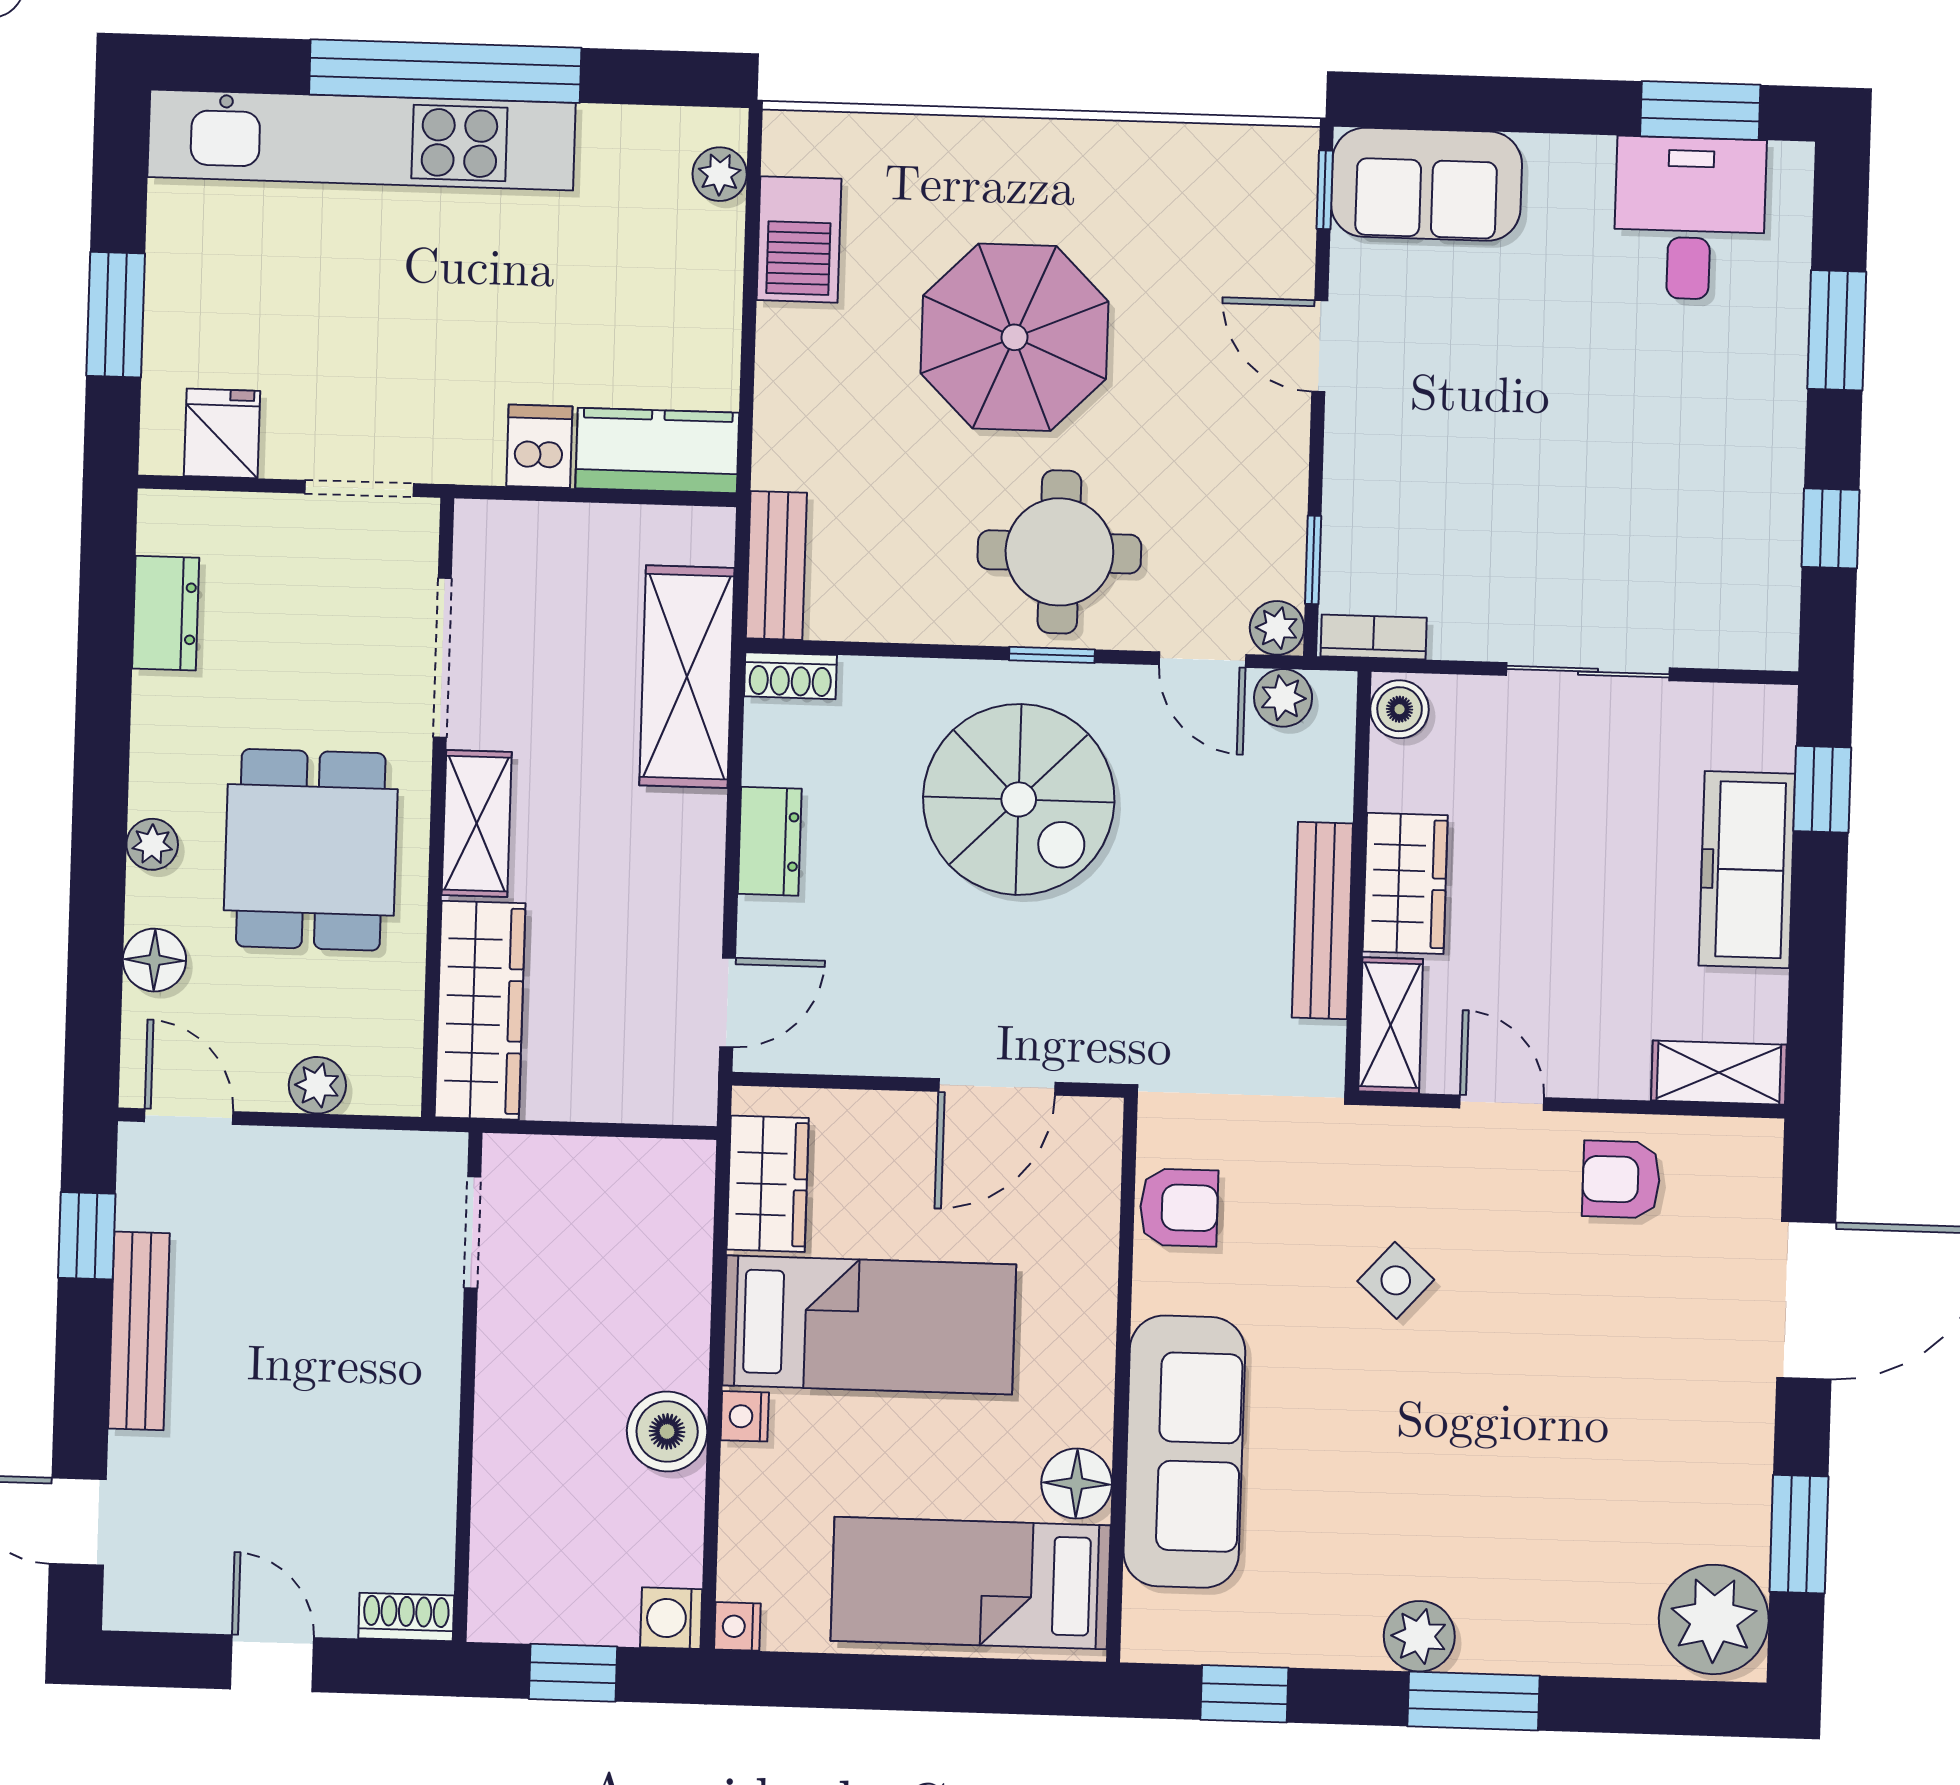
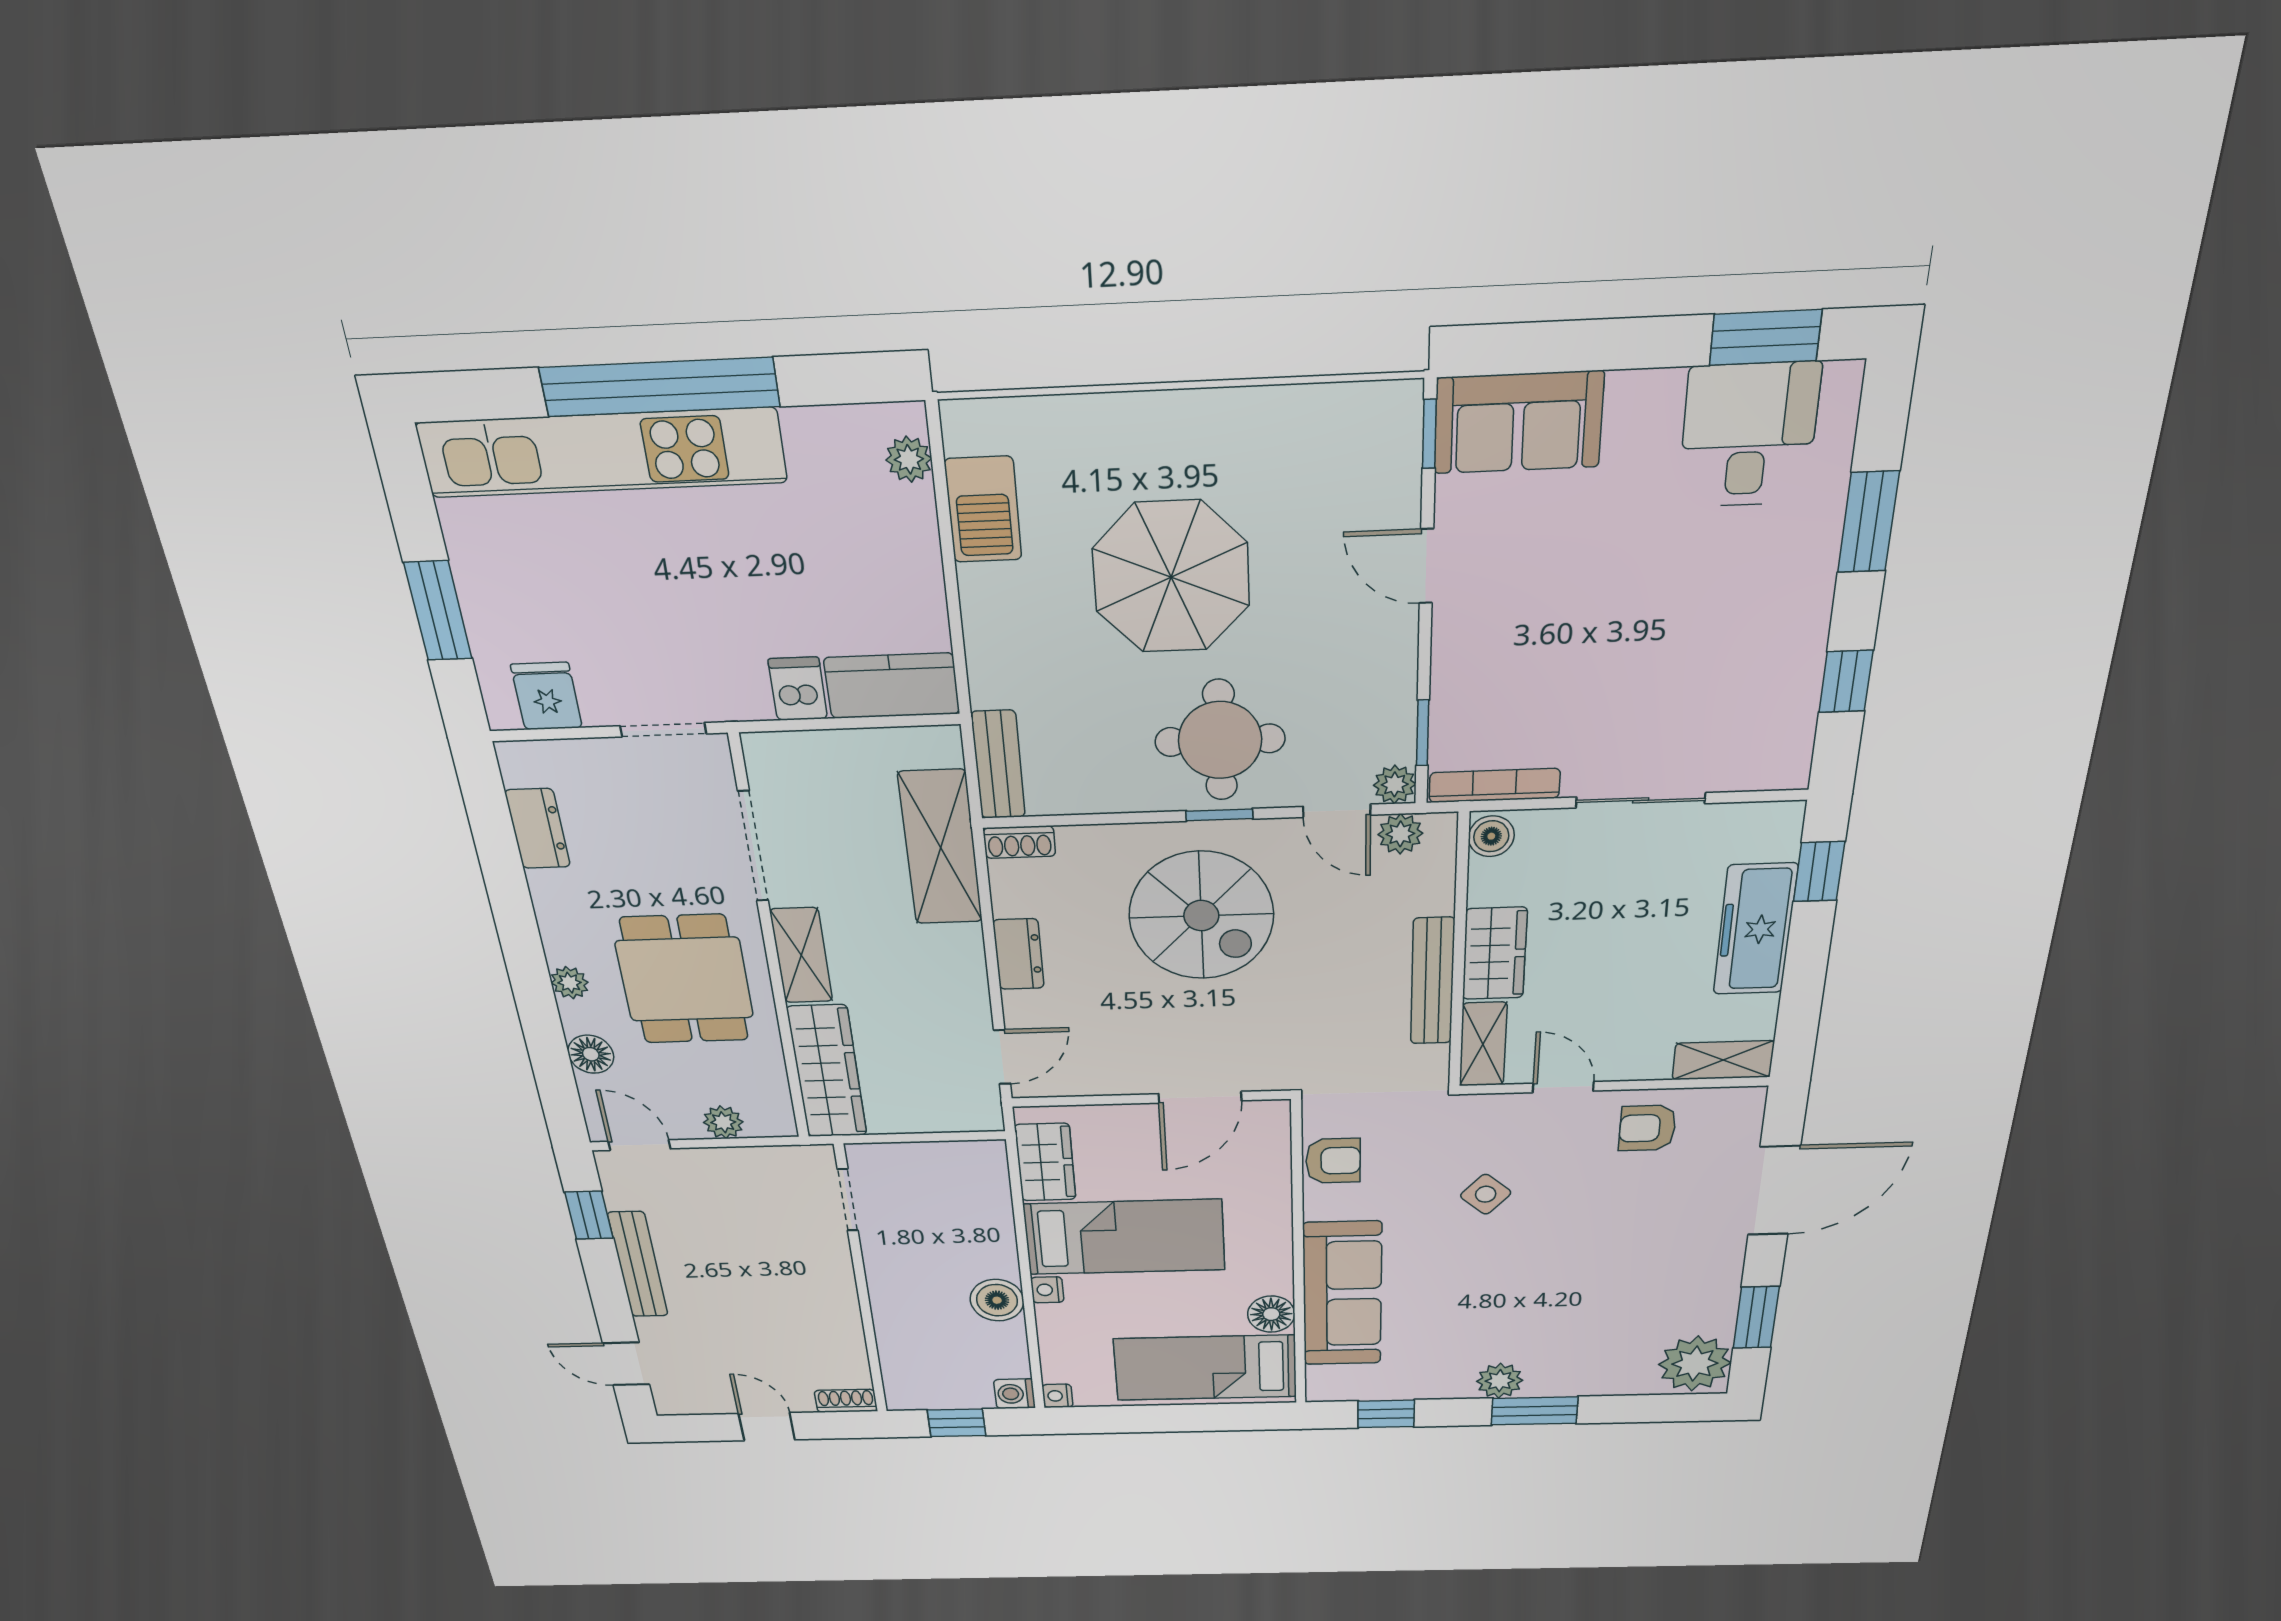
bookcase: (1374, 637) -> (1495, 785), width x1.56

